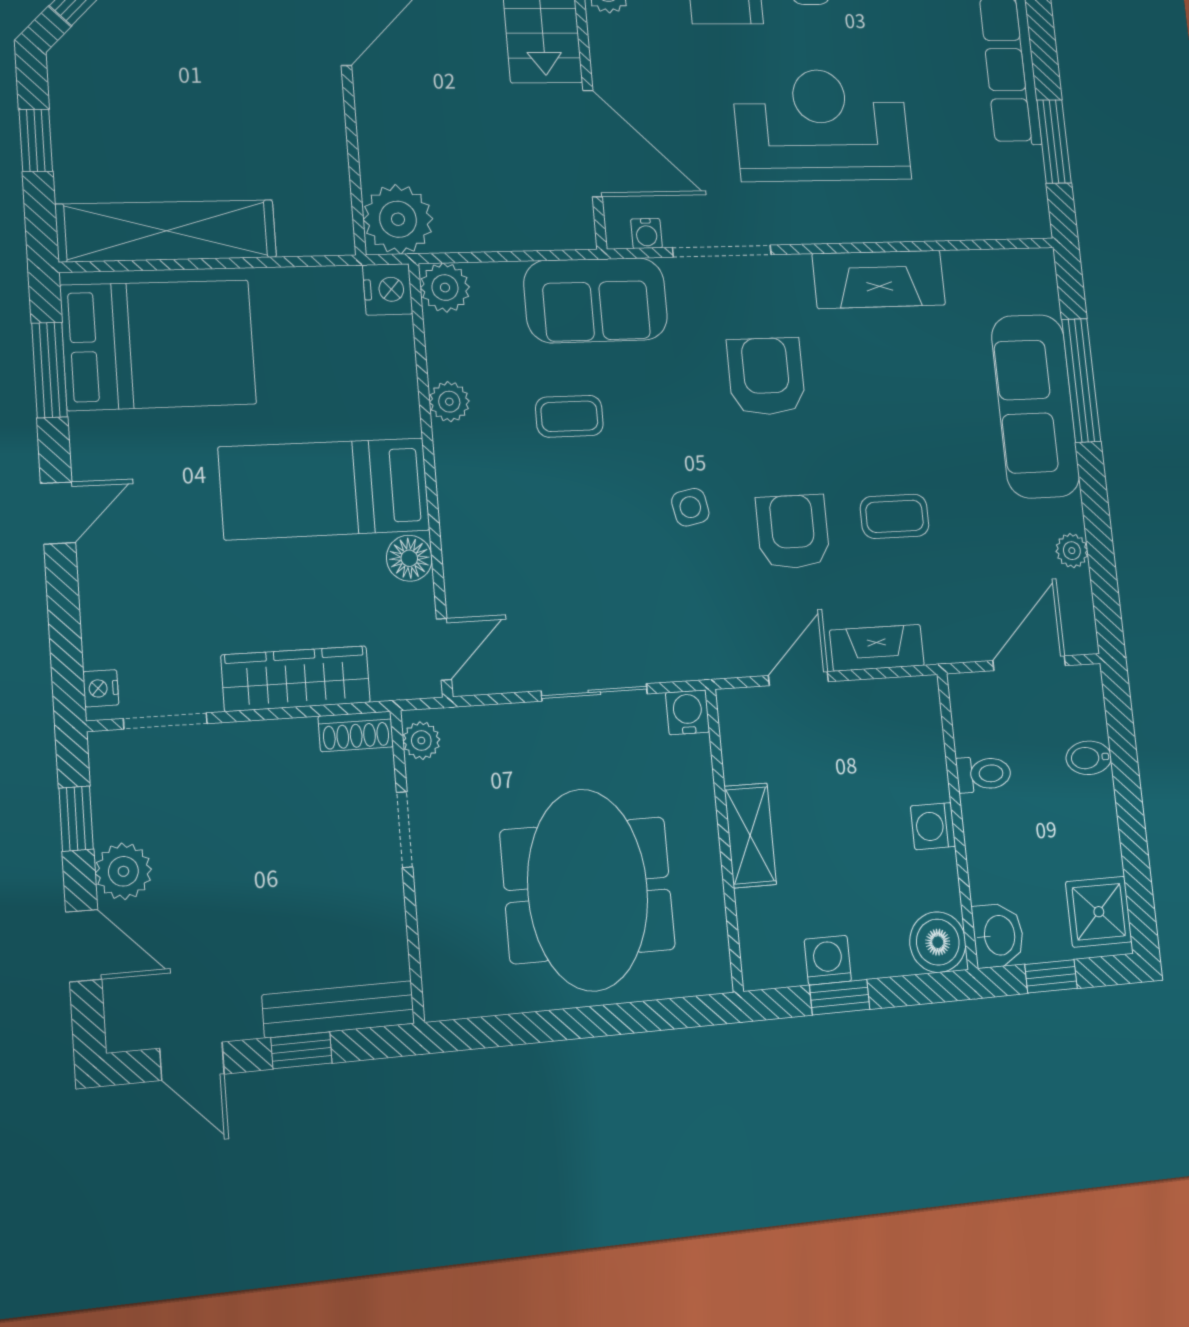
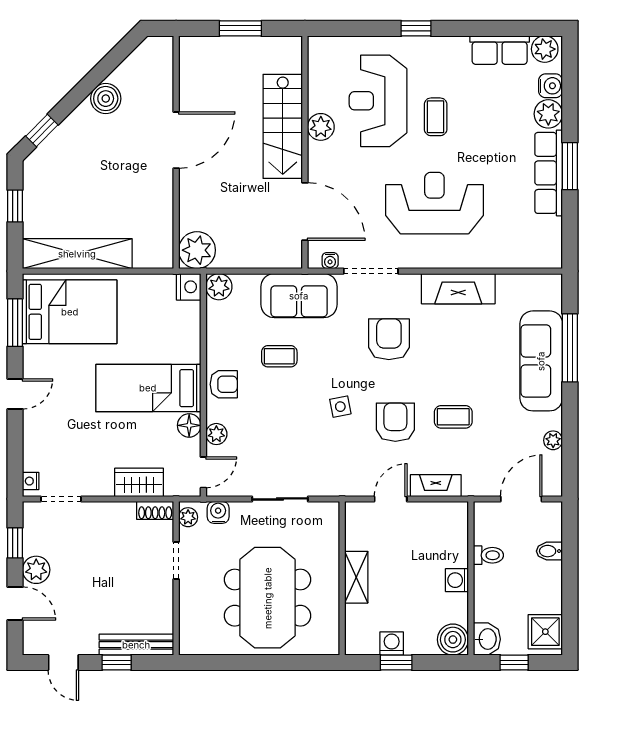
window: (1054, 141) -> (570, 166), moved
plant: (449, 402) -> (216, 434), moved
armchair: (469, 475) -> (224, 384), added
wardrobe: (296, 679) -> (139, 482), width x0.67
water cooler: (688, 712) -> (218, 512), moved

